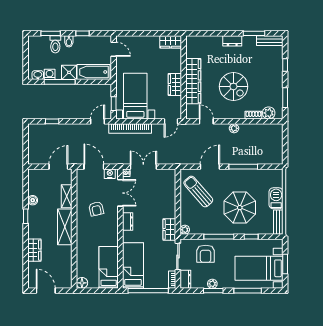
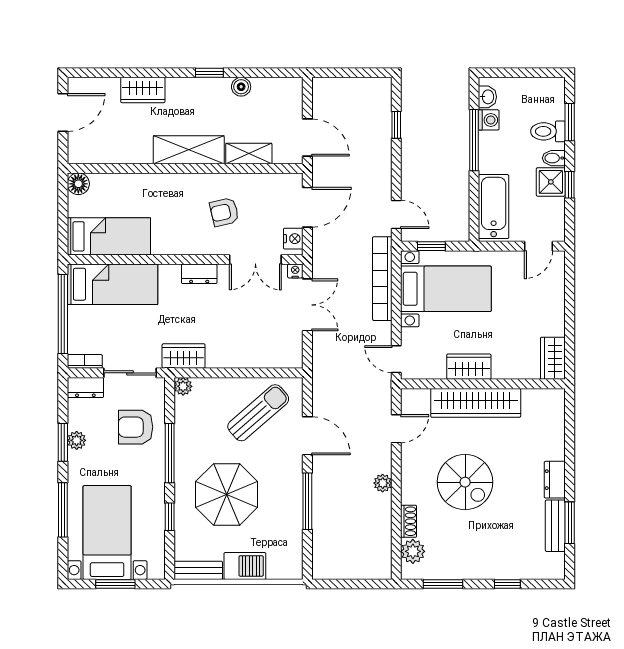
bench: (270, 41) -> (555, 526), moved
shower: (69, 72) -> (551, 182), moved
spiral stairs: (233, 86) -> (465, 482), turned -90

